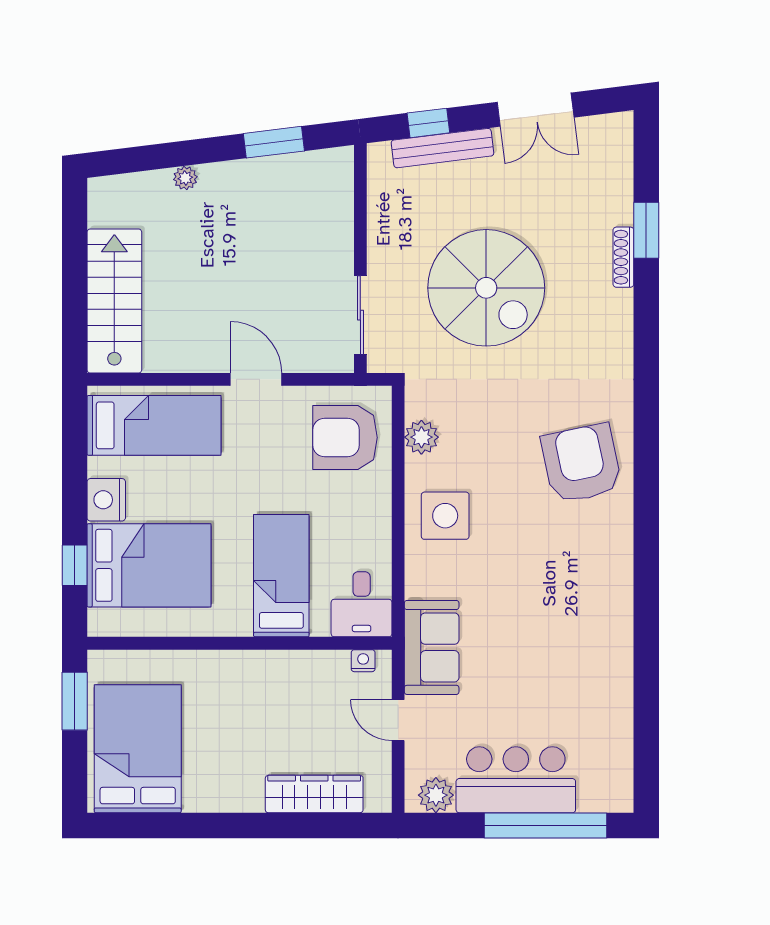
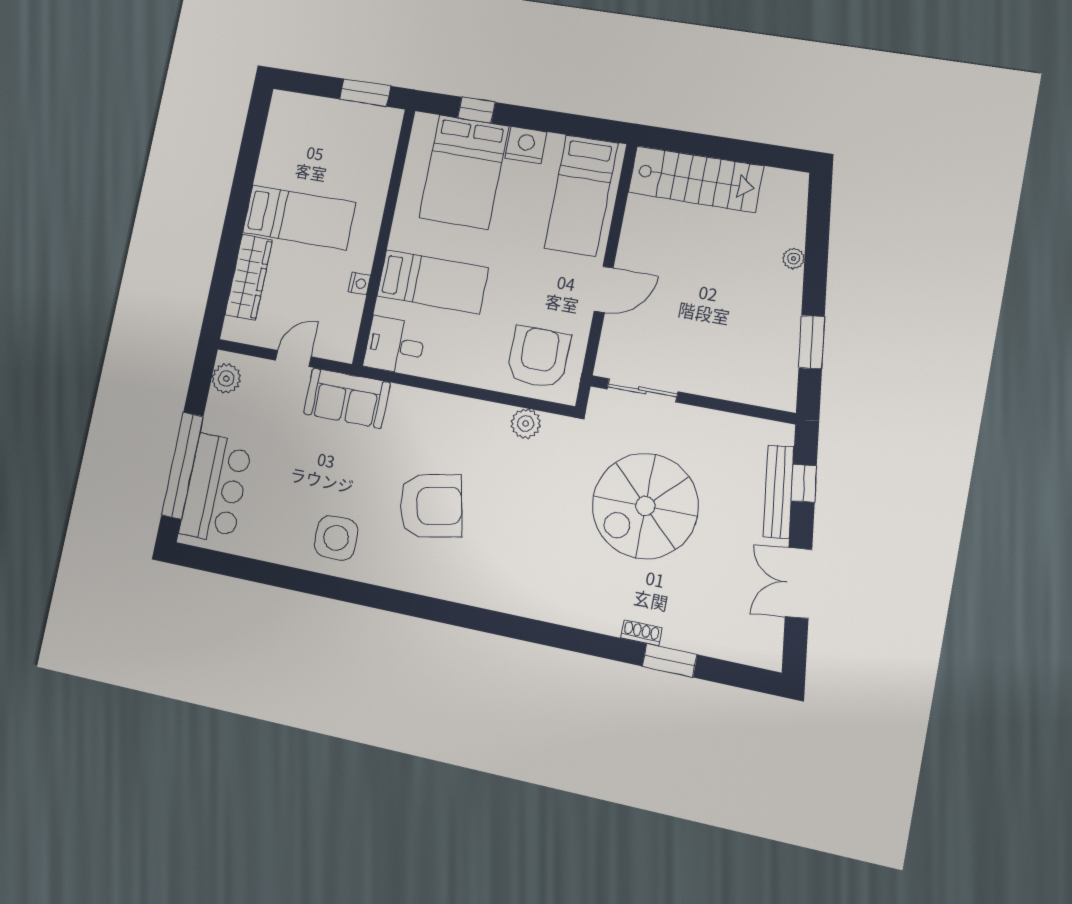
shoe rack: (623, 257) -> (641, 633), width x0.70
armchair: (581, 463) -> (431, 506), moved
side table: (445, 516) -> (336, 538), moved
nightstand: (363, 661) -> (359, 283), moved
bed: (138, 749) -> (299, 218), moved, width x0.67
bar counter: (516, 780) -> (216, 488), moved

